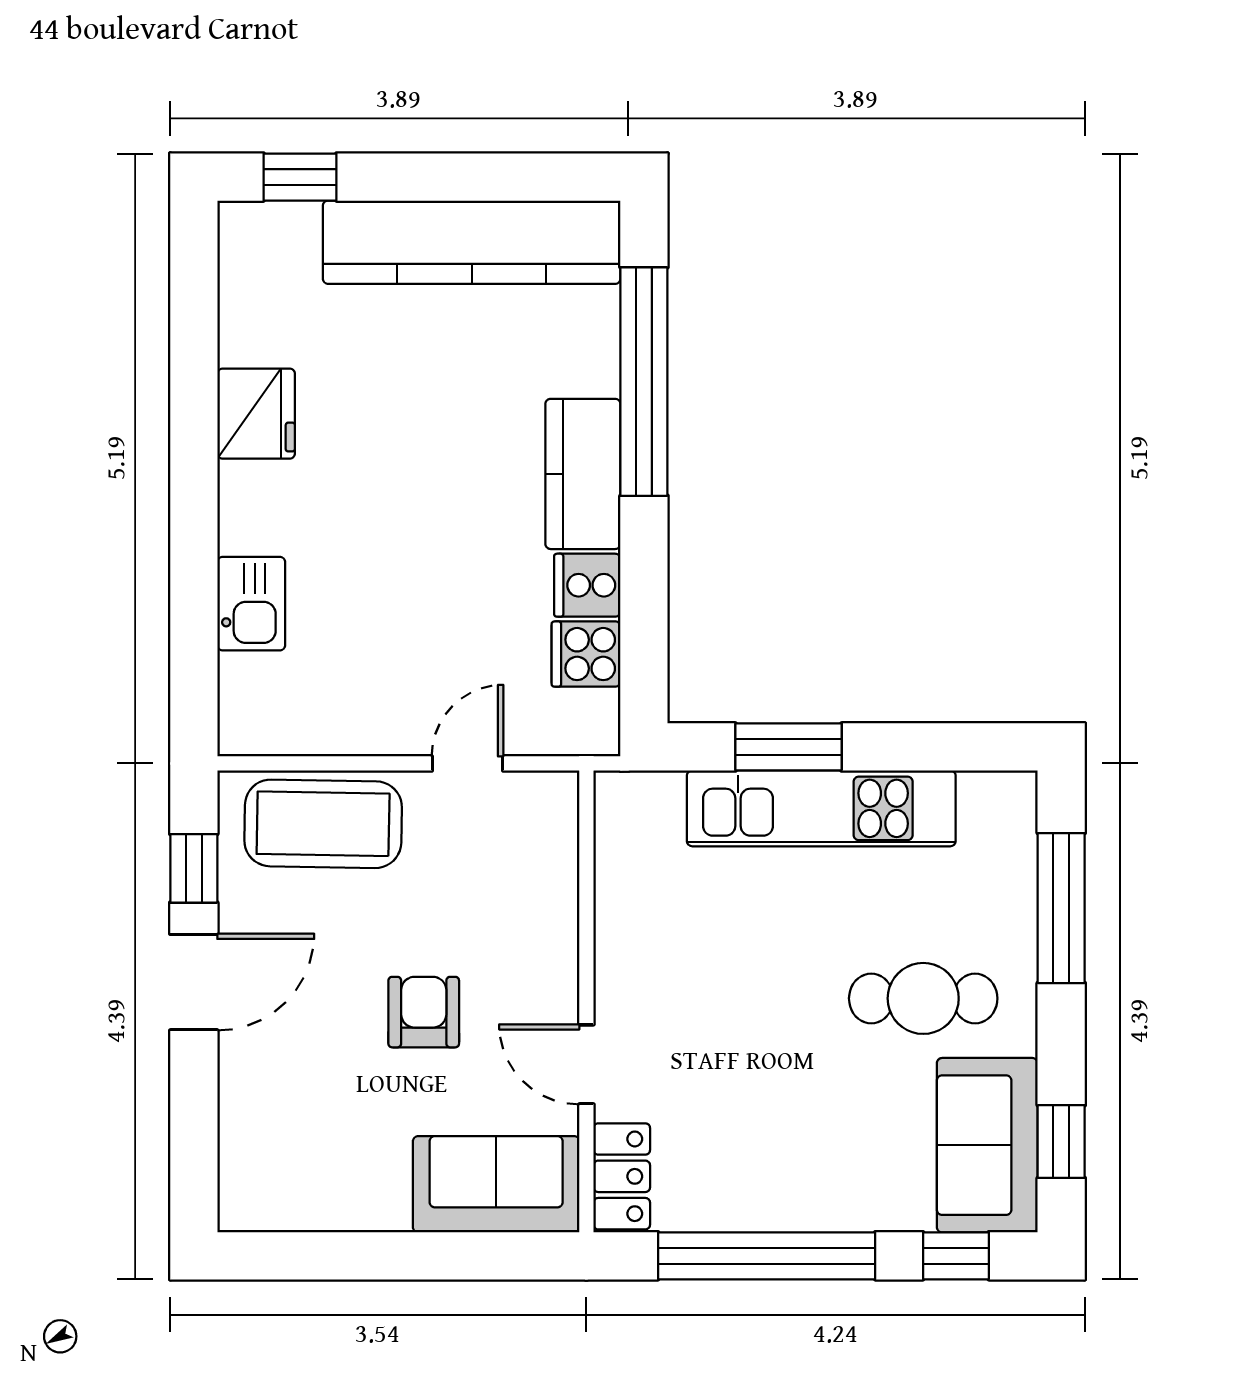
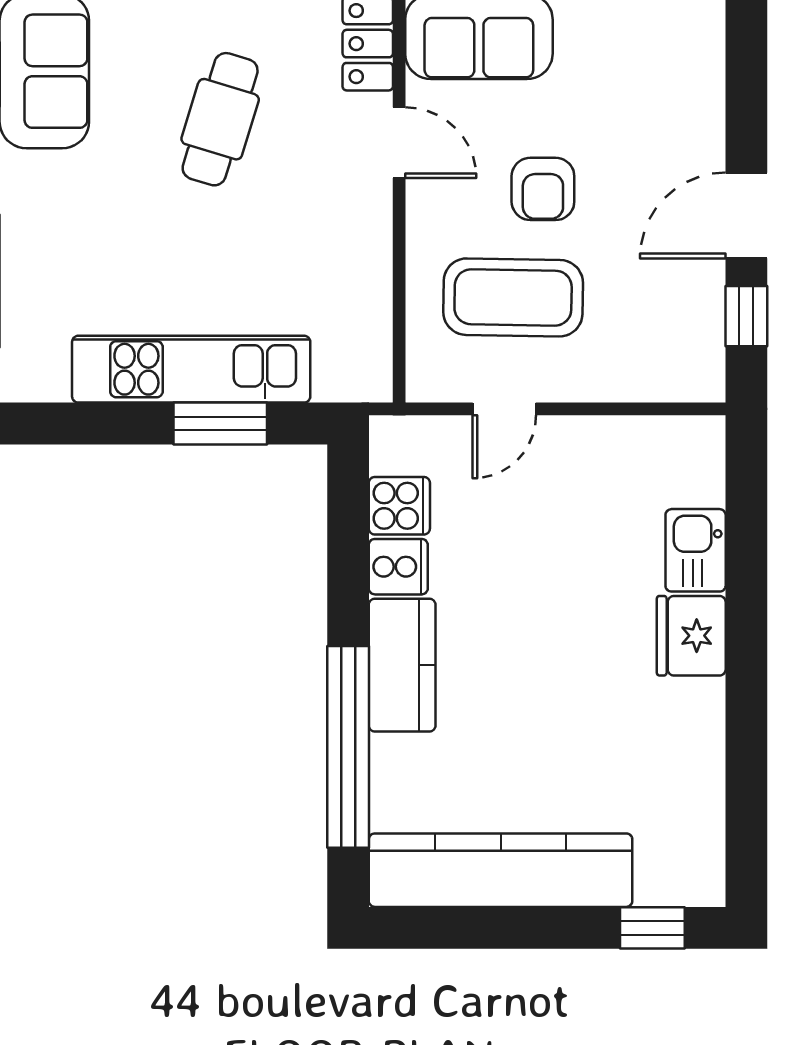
fridge: (256, 414) -> (691, 636), moved
coffee table: (323, 824) -> (513, 297), moved
cafe table: (923, 998) -> (220, 119), moved, turned -73

